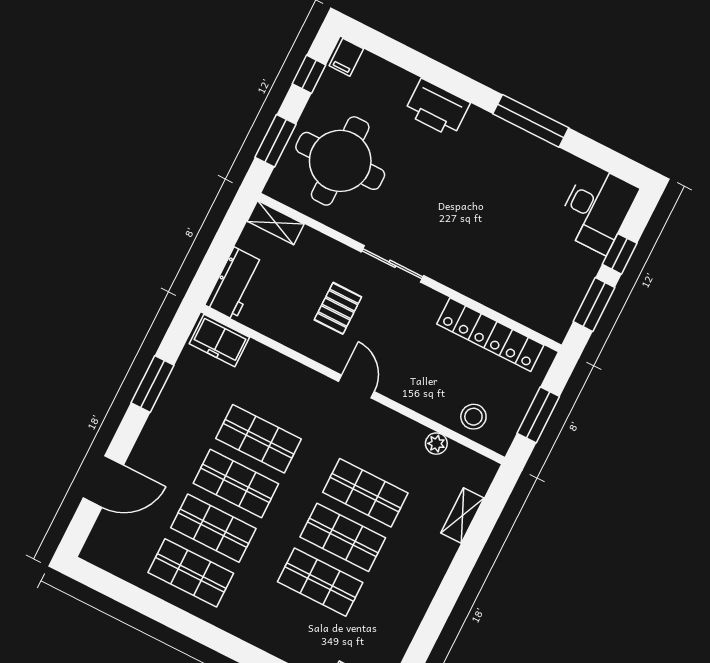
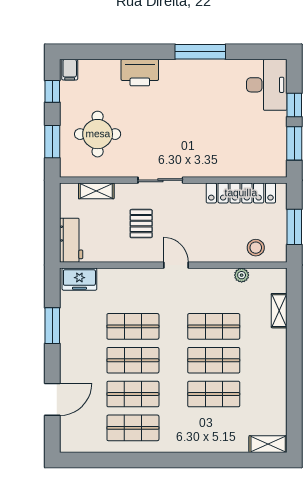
round table: (340, 161) -> (98, 134), width x0.73, depth x0.73
shelving: (276, 223) -> (96, 191), moved

